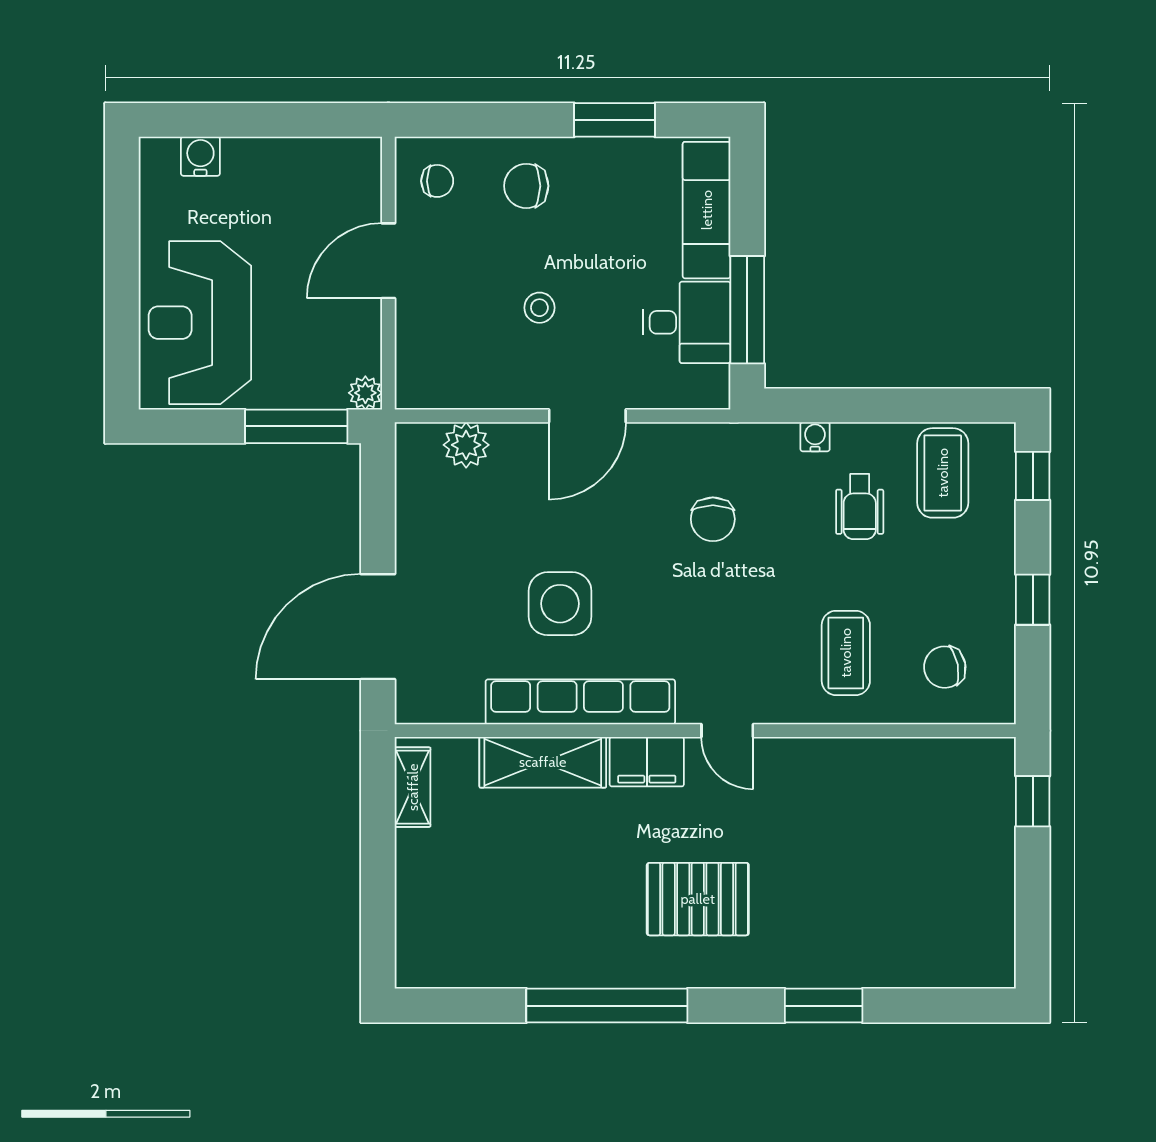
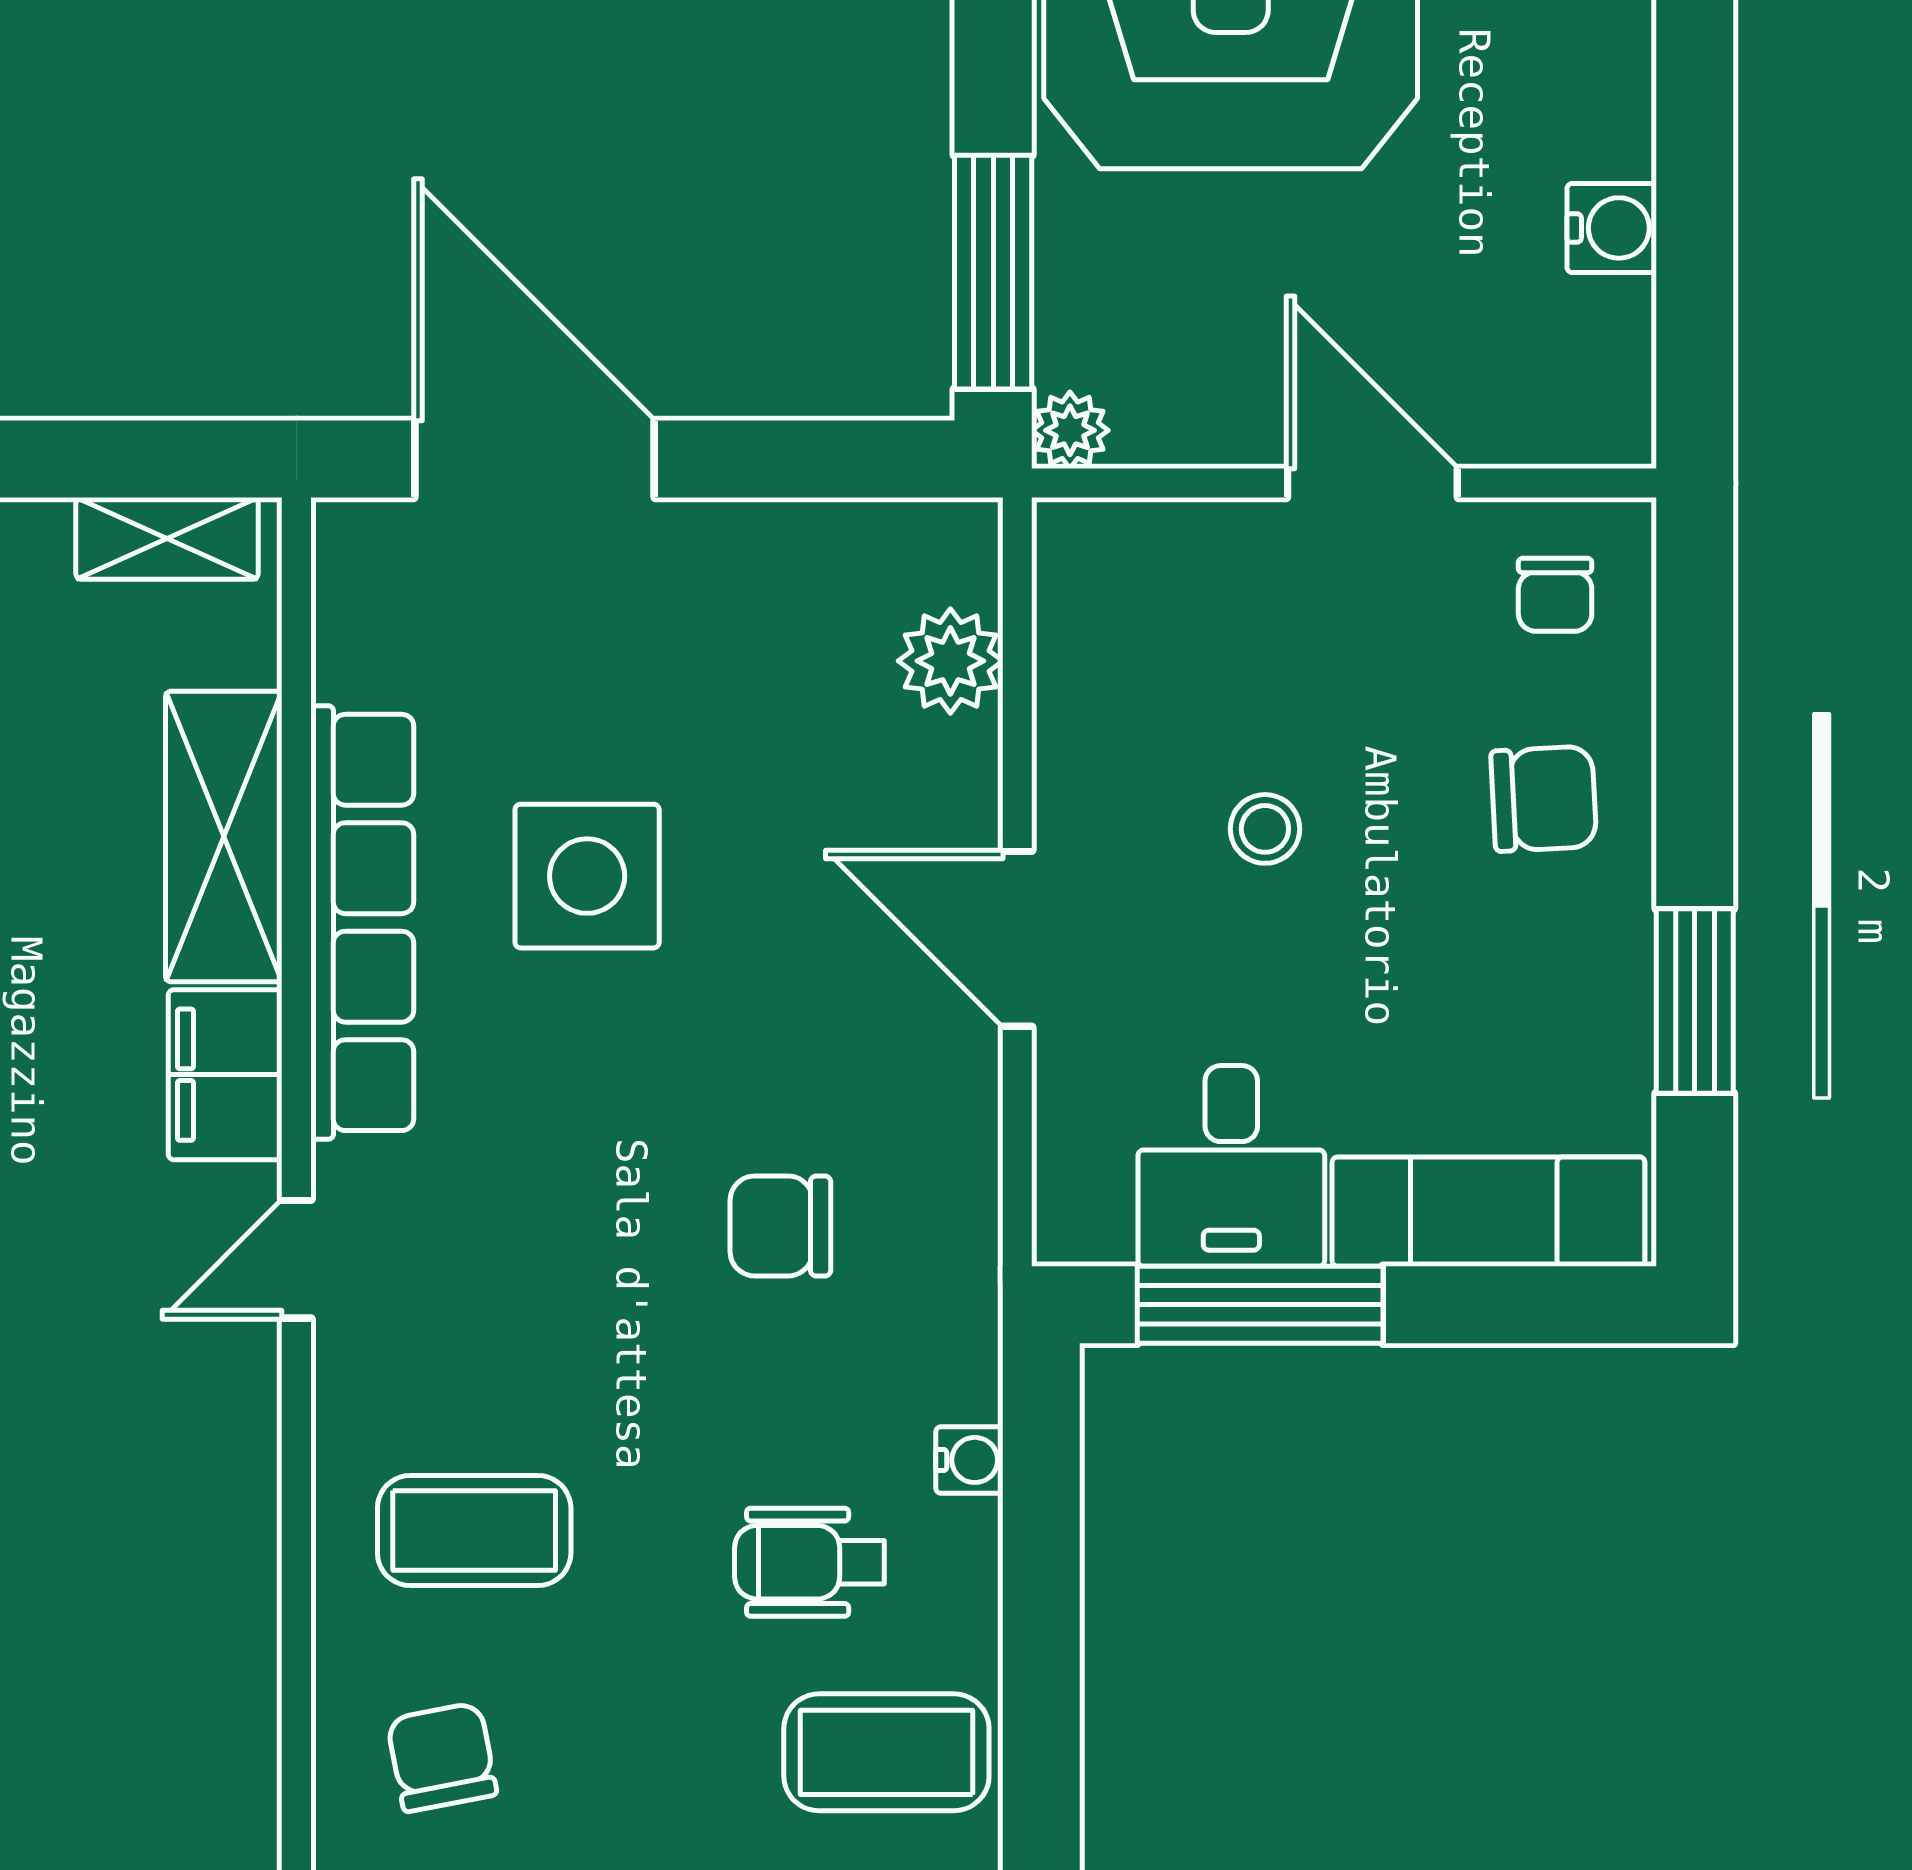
water cooler: (200, 156) -> (1612, 228), moved
chair: (526, 186) -> (1544, 799), turned 87

